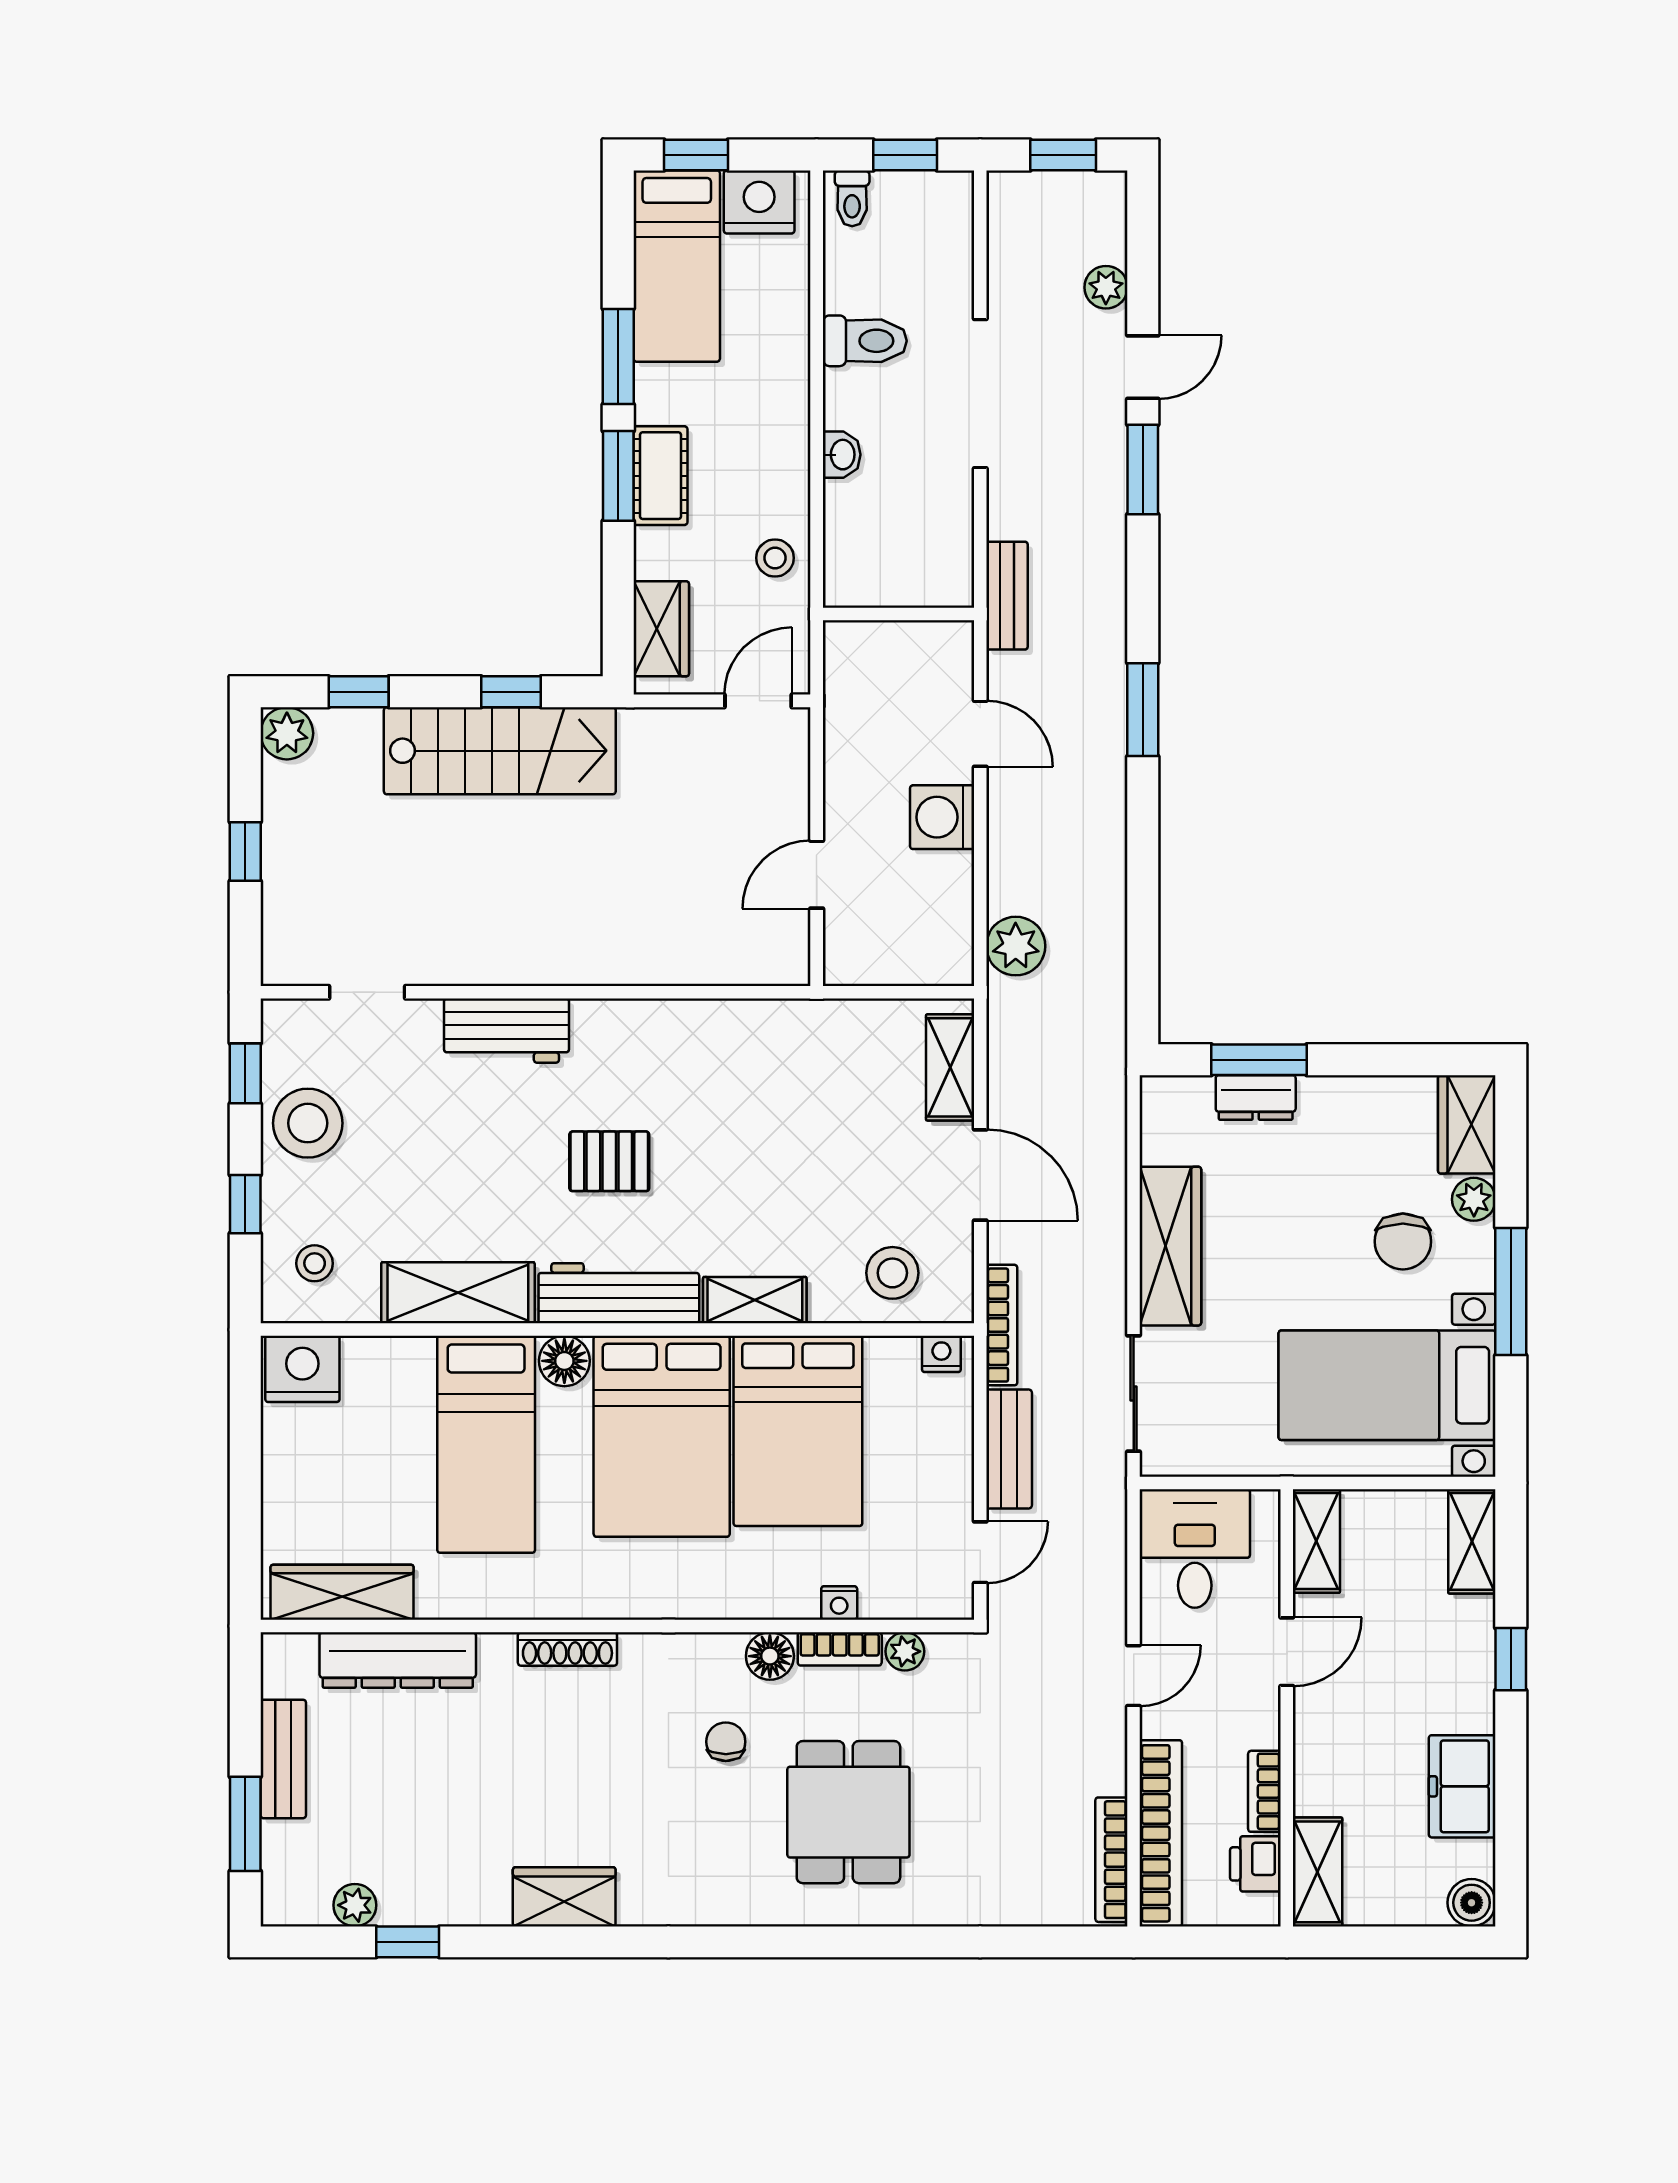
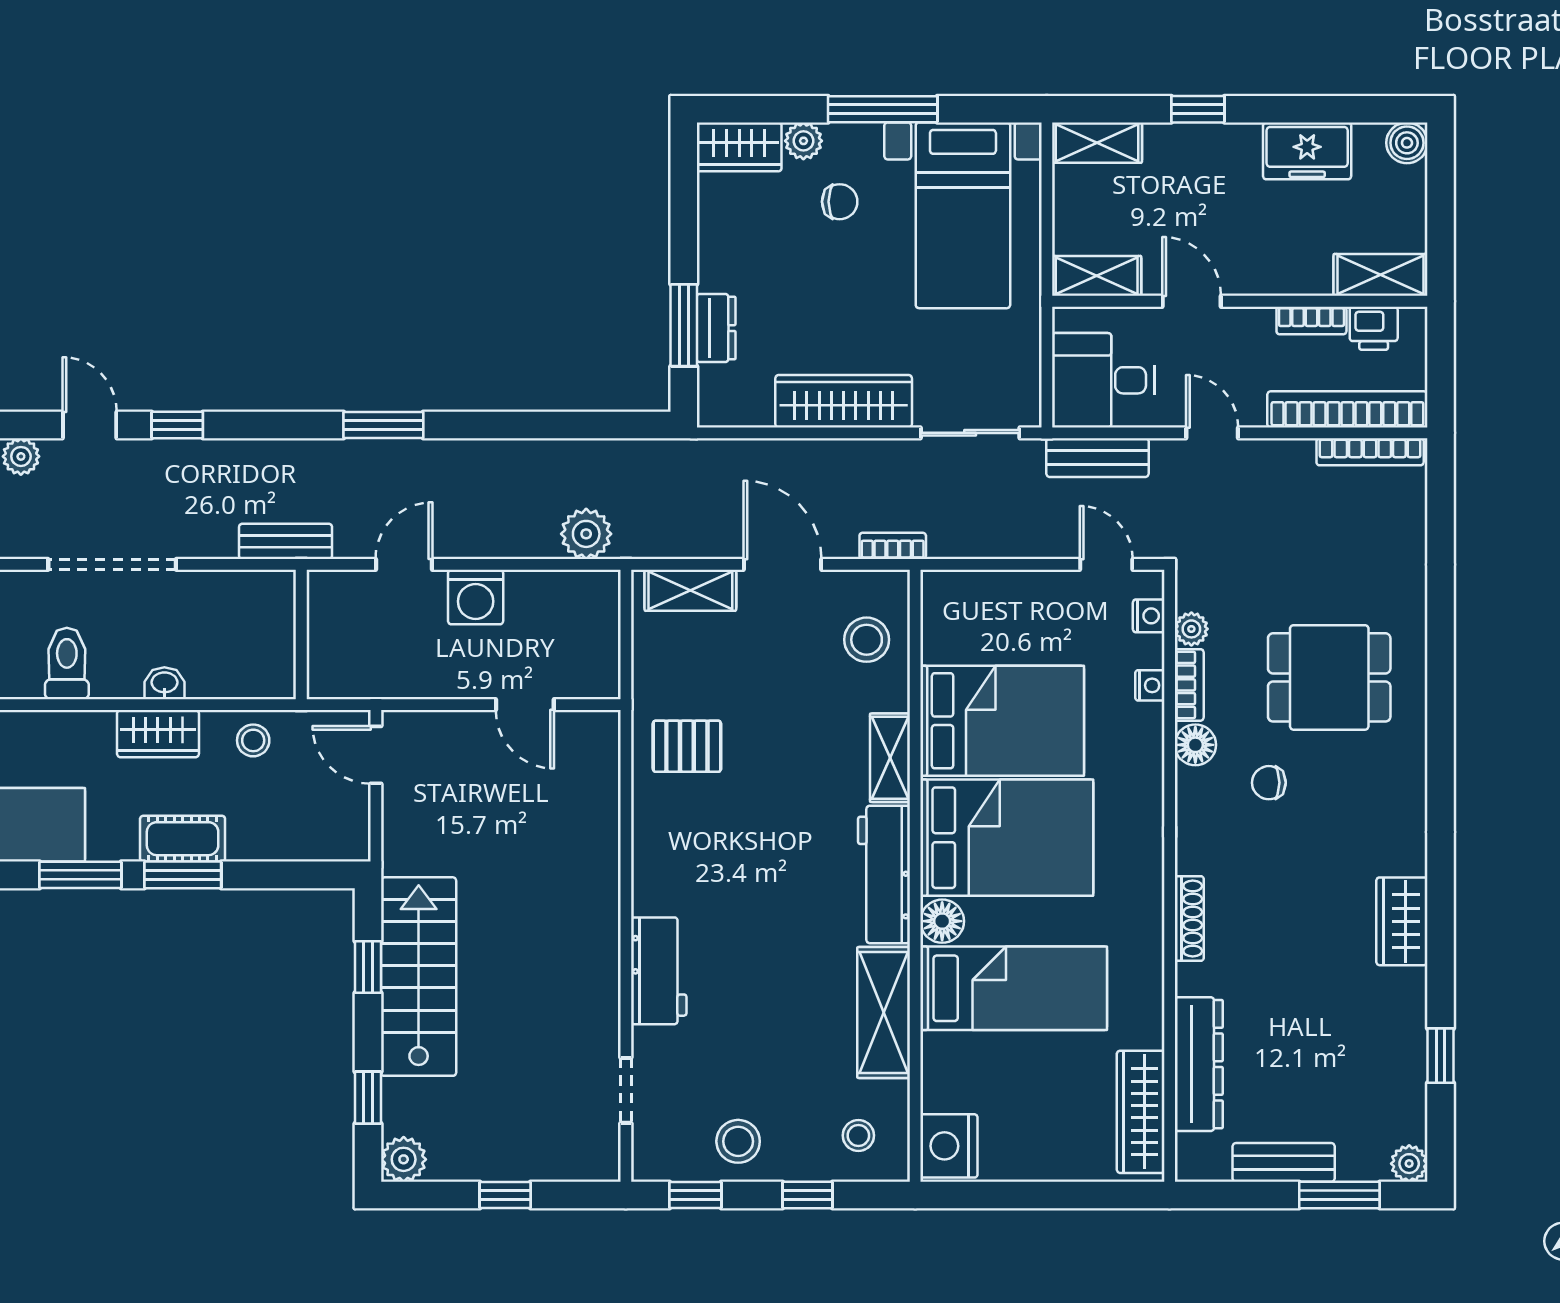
window: (1143, 469) -> (177, 425), width x0.67
wardrobe: (661, 629) -> (158, 734), moved, turned 180
stool: (308, 1123) -> (738, 1141), width x0.73, depth x0.73
pallet: (609, 1161) -> (687, 746), moved, turned 90
door: (980, 1175) -> (783, 564), hinge flipped
chair: (1403, 1241) -> (840, 202), width x0.73, depth x0.73
bookcase: (1002, 1325) -> (893, 546), width x0.64
nightstand: (941, 1354) -> (1149, 616), moved, turned 180
bench: (1009, 1449) -> (1097, 458), moved
plant: (355, 1905) -> (1409, 1164), moved

